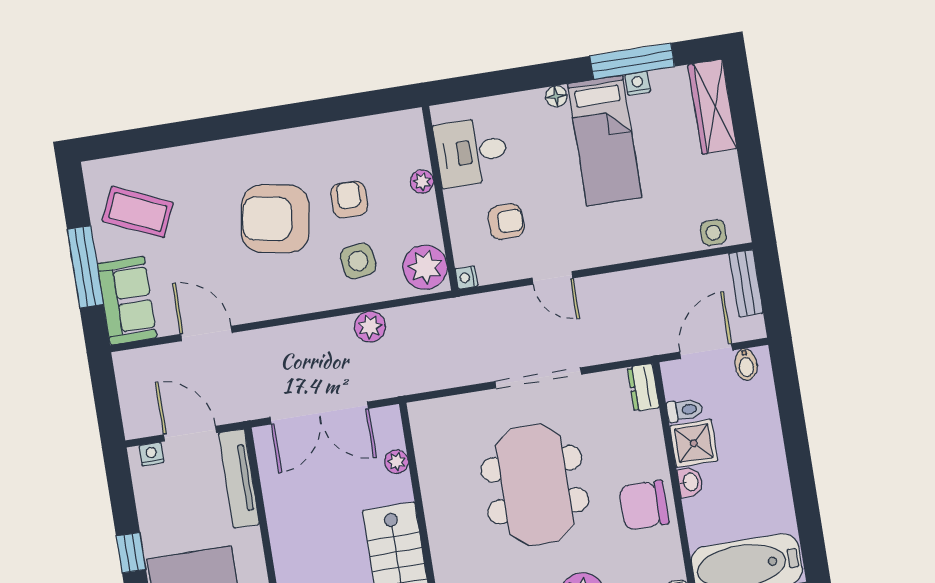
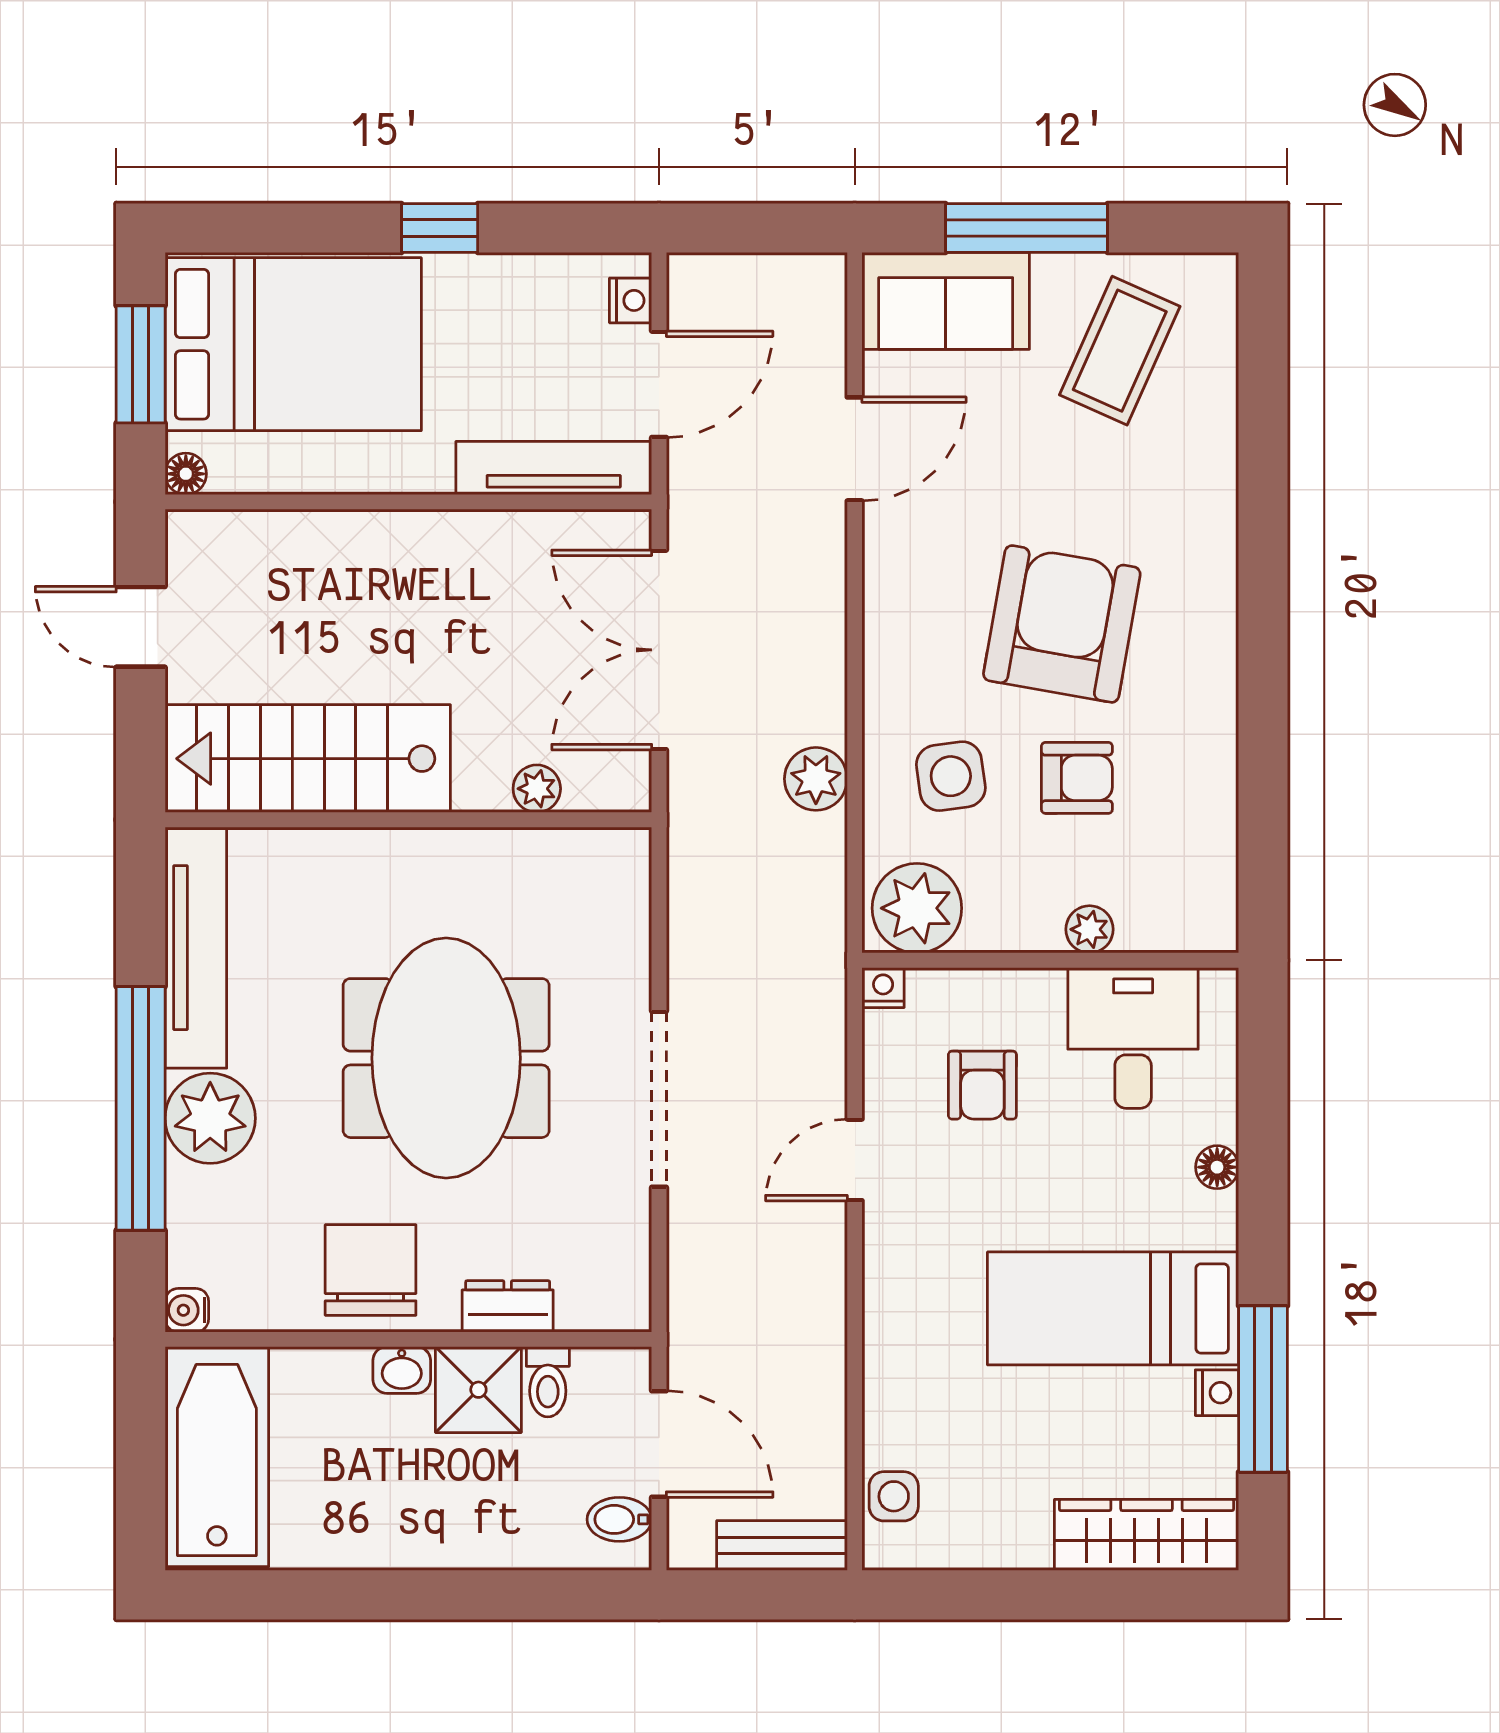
floor lamp: (556, 96) -> (1217, 1167), moved
dresser: (643, 388) -> (508, 1306), moved
meeting table: (535, 485) -> (446, 1058), turned 90

